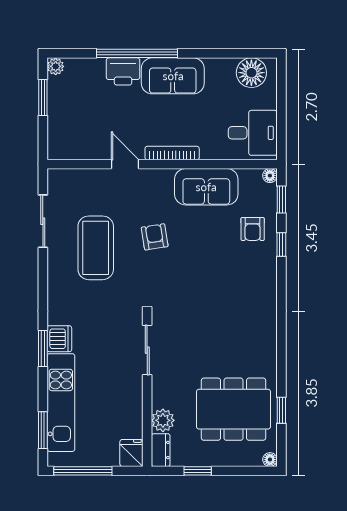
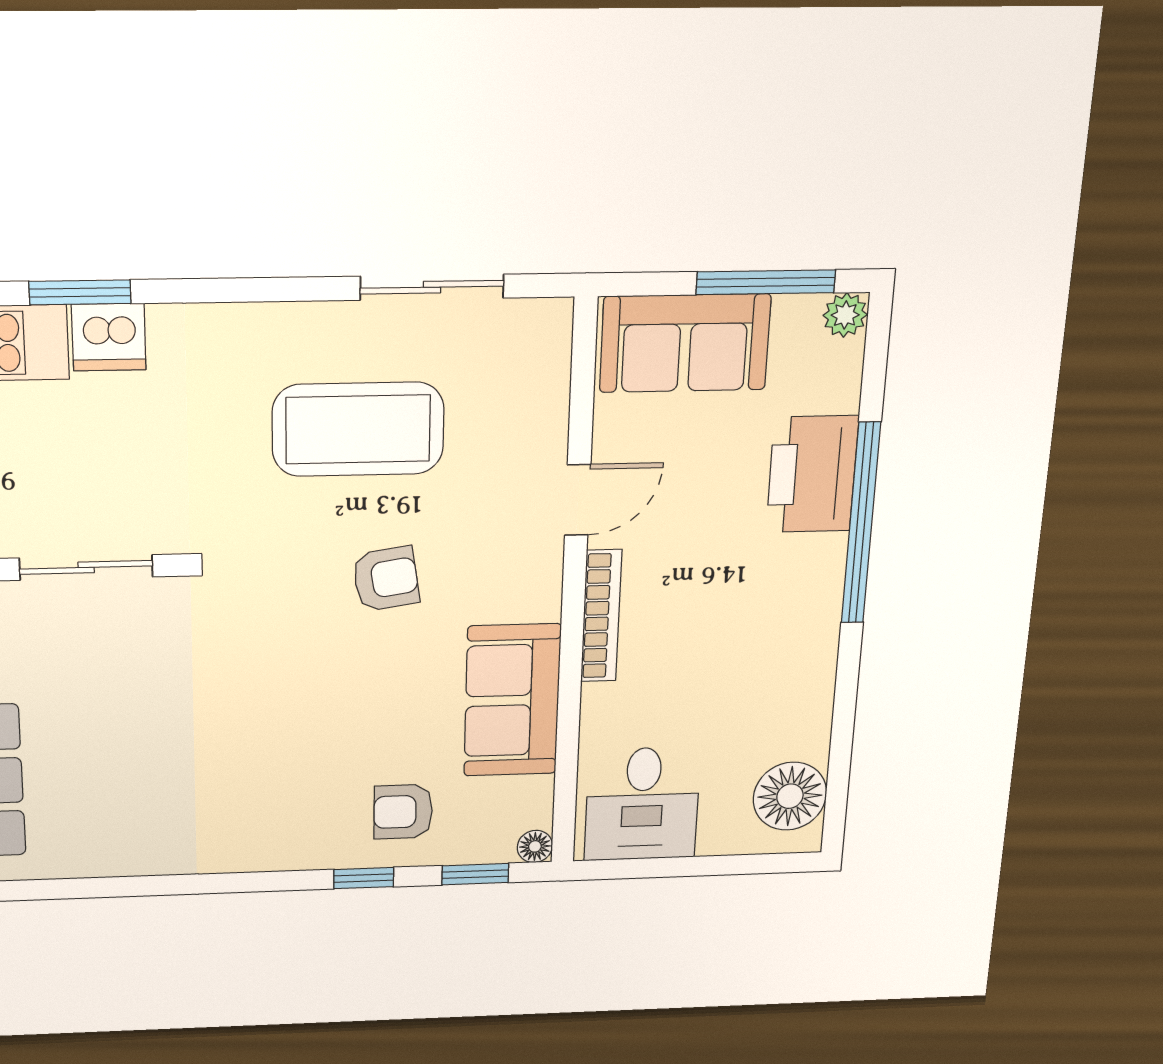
printer: (123, 71) -> (812, 474), width x1.37, depth x1.19
sofa: (173, 76) -> (685, 343), moved, turned -90
window: (43, 97) -> (766, 282), width x1.44

